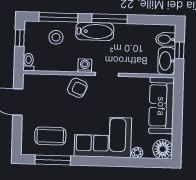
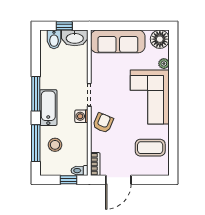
window: (20, 38) -> (69, 180), moved
bookcase: (35, 79) -> (95, 164), added
coffee table: (50, 136) -> (150, 148), turned 90
window: (53, 160) -> (173, 145), removed

